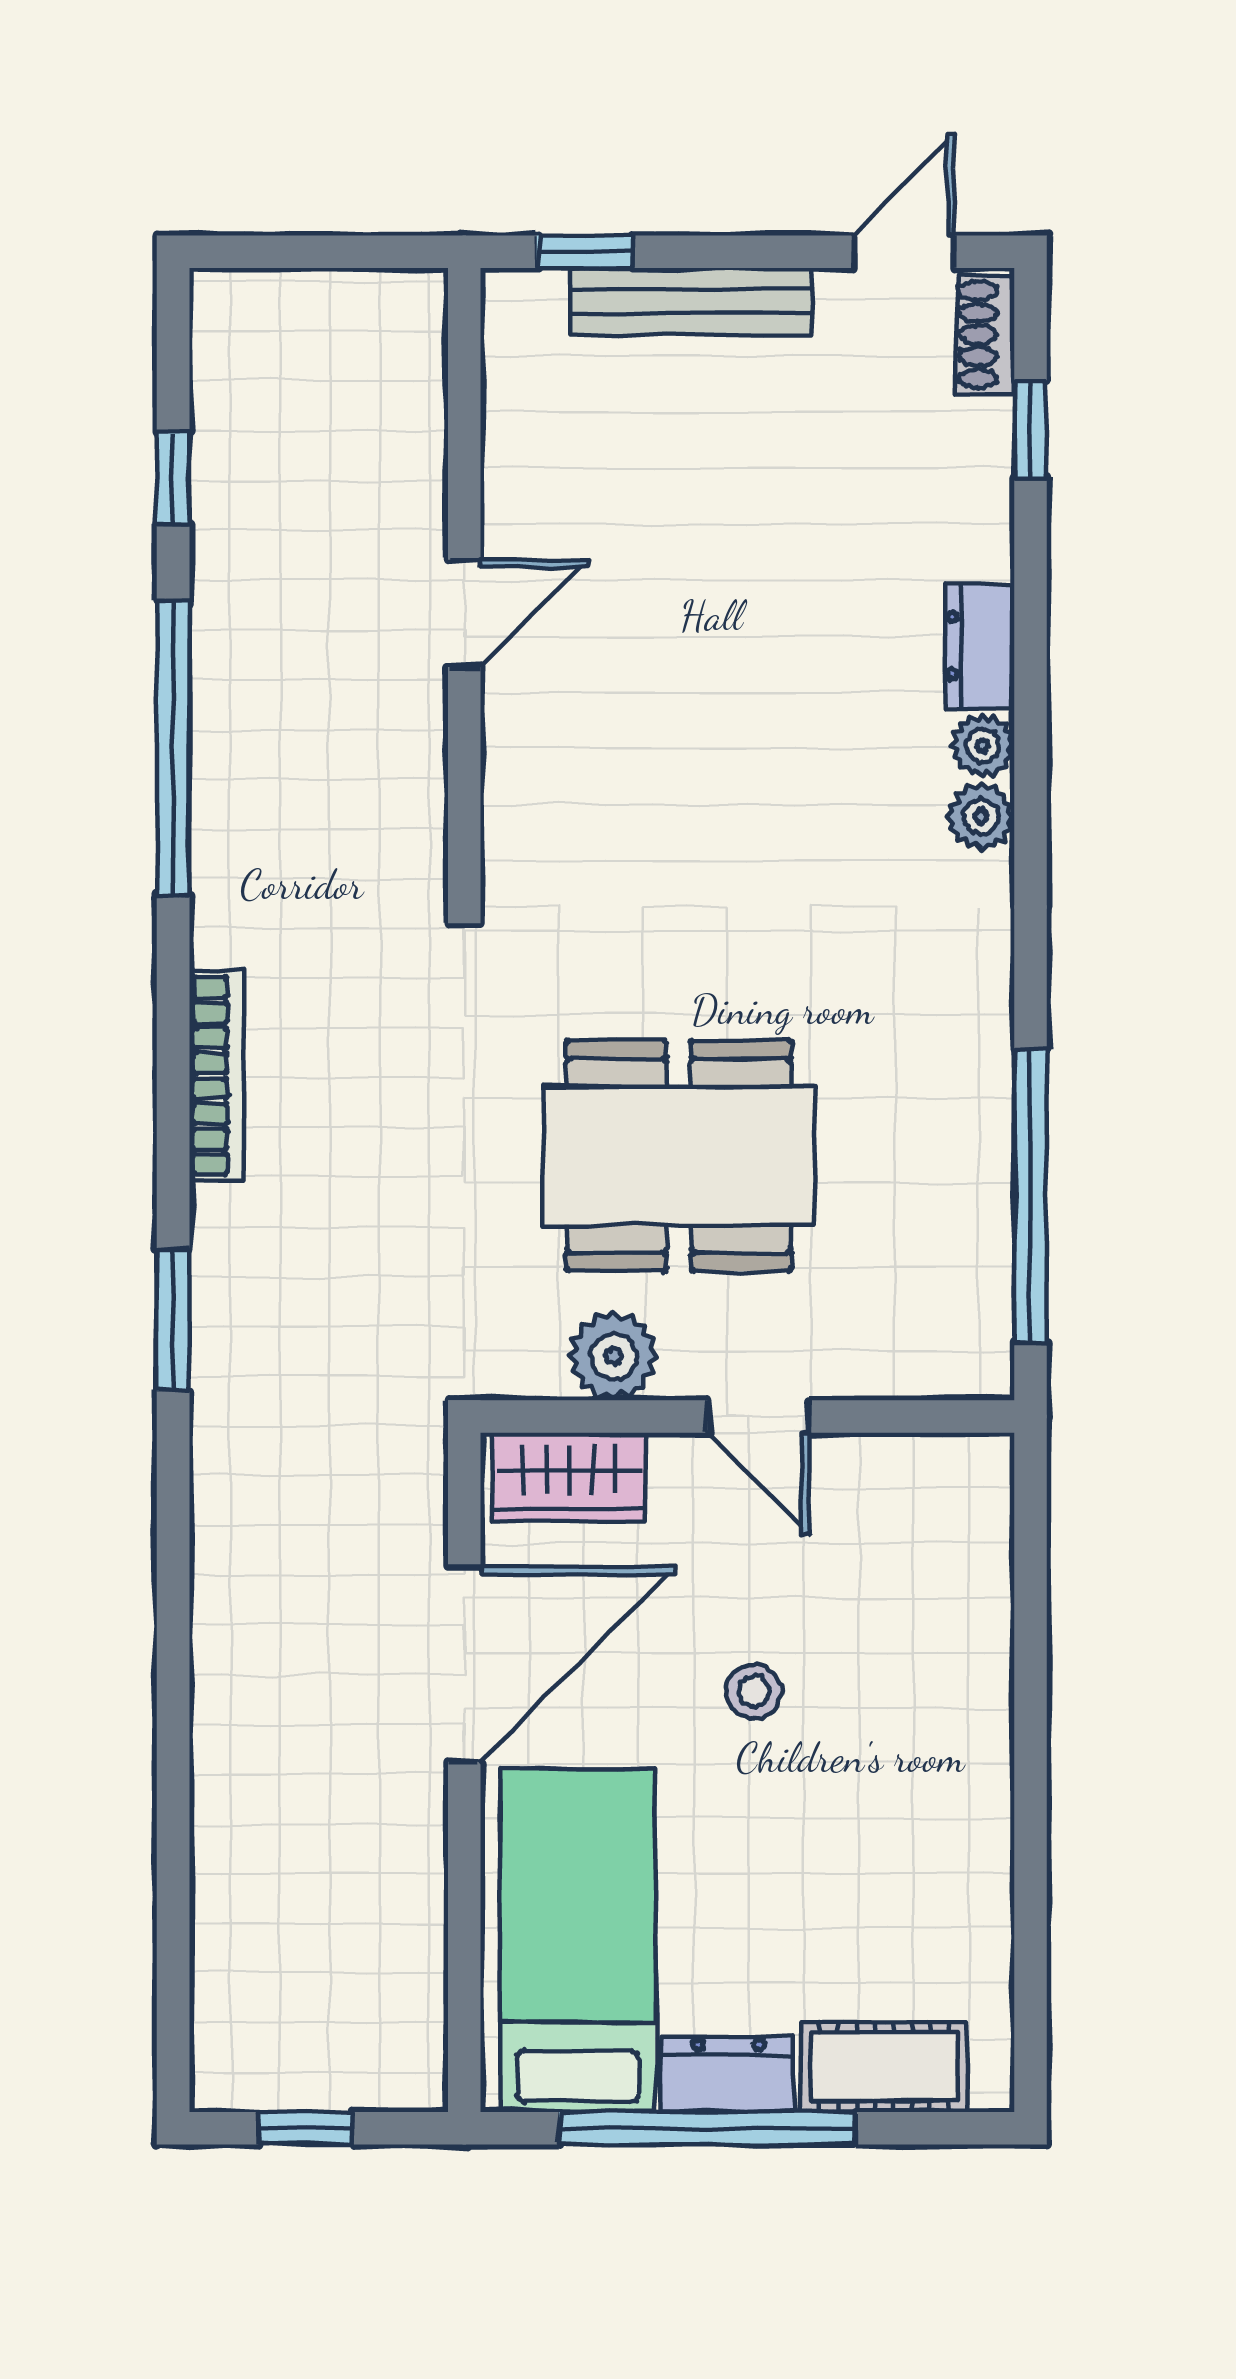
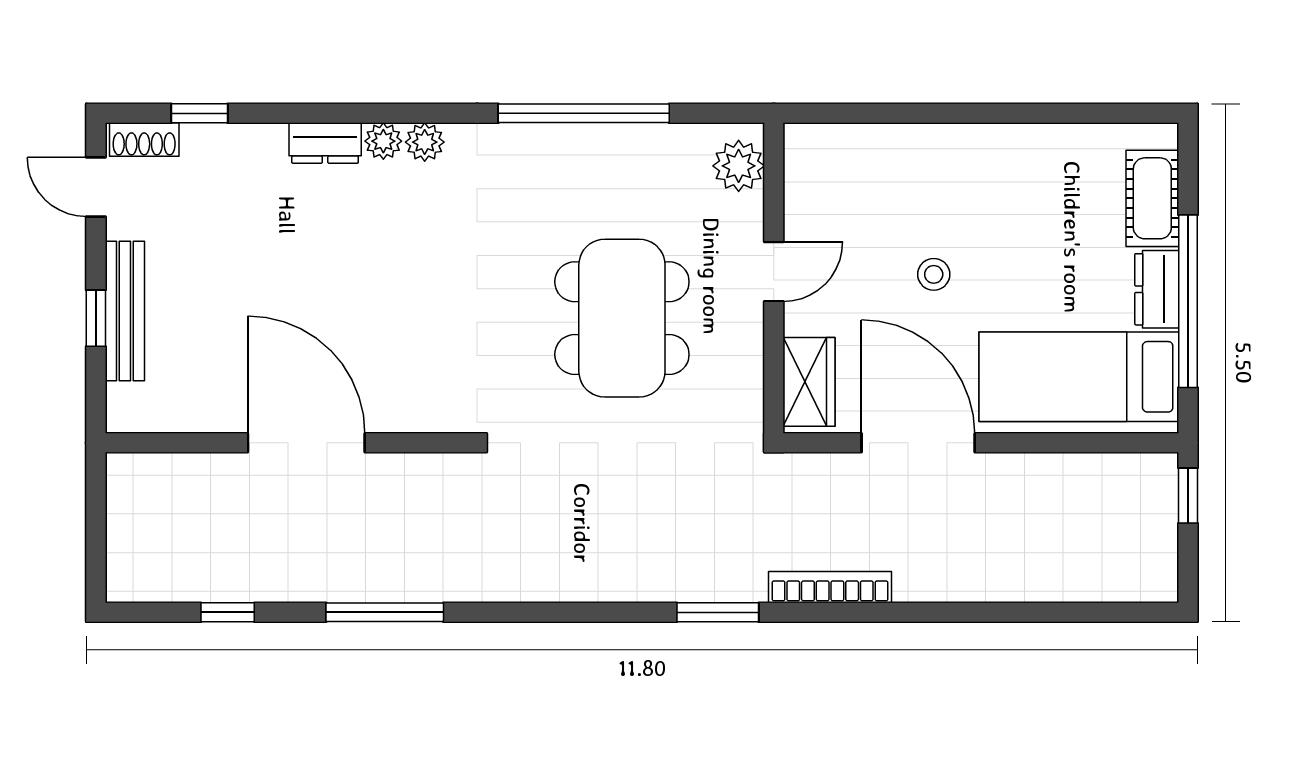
window: (585, 252) -> (96, 318), moved
door: (464, 613) -> (306, 443), width x1.88
window: (173, 748) -> (385, 612), width x0.68
bookcase: (216, 1076) -> (830, 587), moved
window: (1030, 1196) -> (584, 113), moved
plant: (613, 1356) -> (739, 166), moved
window: (306, 2128) -> (1188, 496), moved

